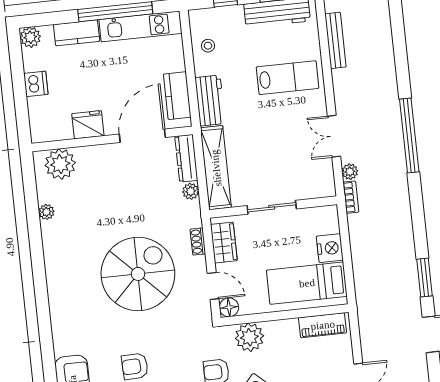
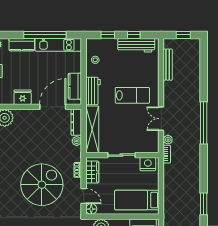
lab bench: (288, 78) -> (132, 95), moved
nightstand: (330, 248) -> (148, 164), moved, turned -90

